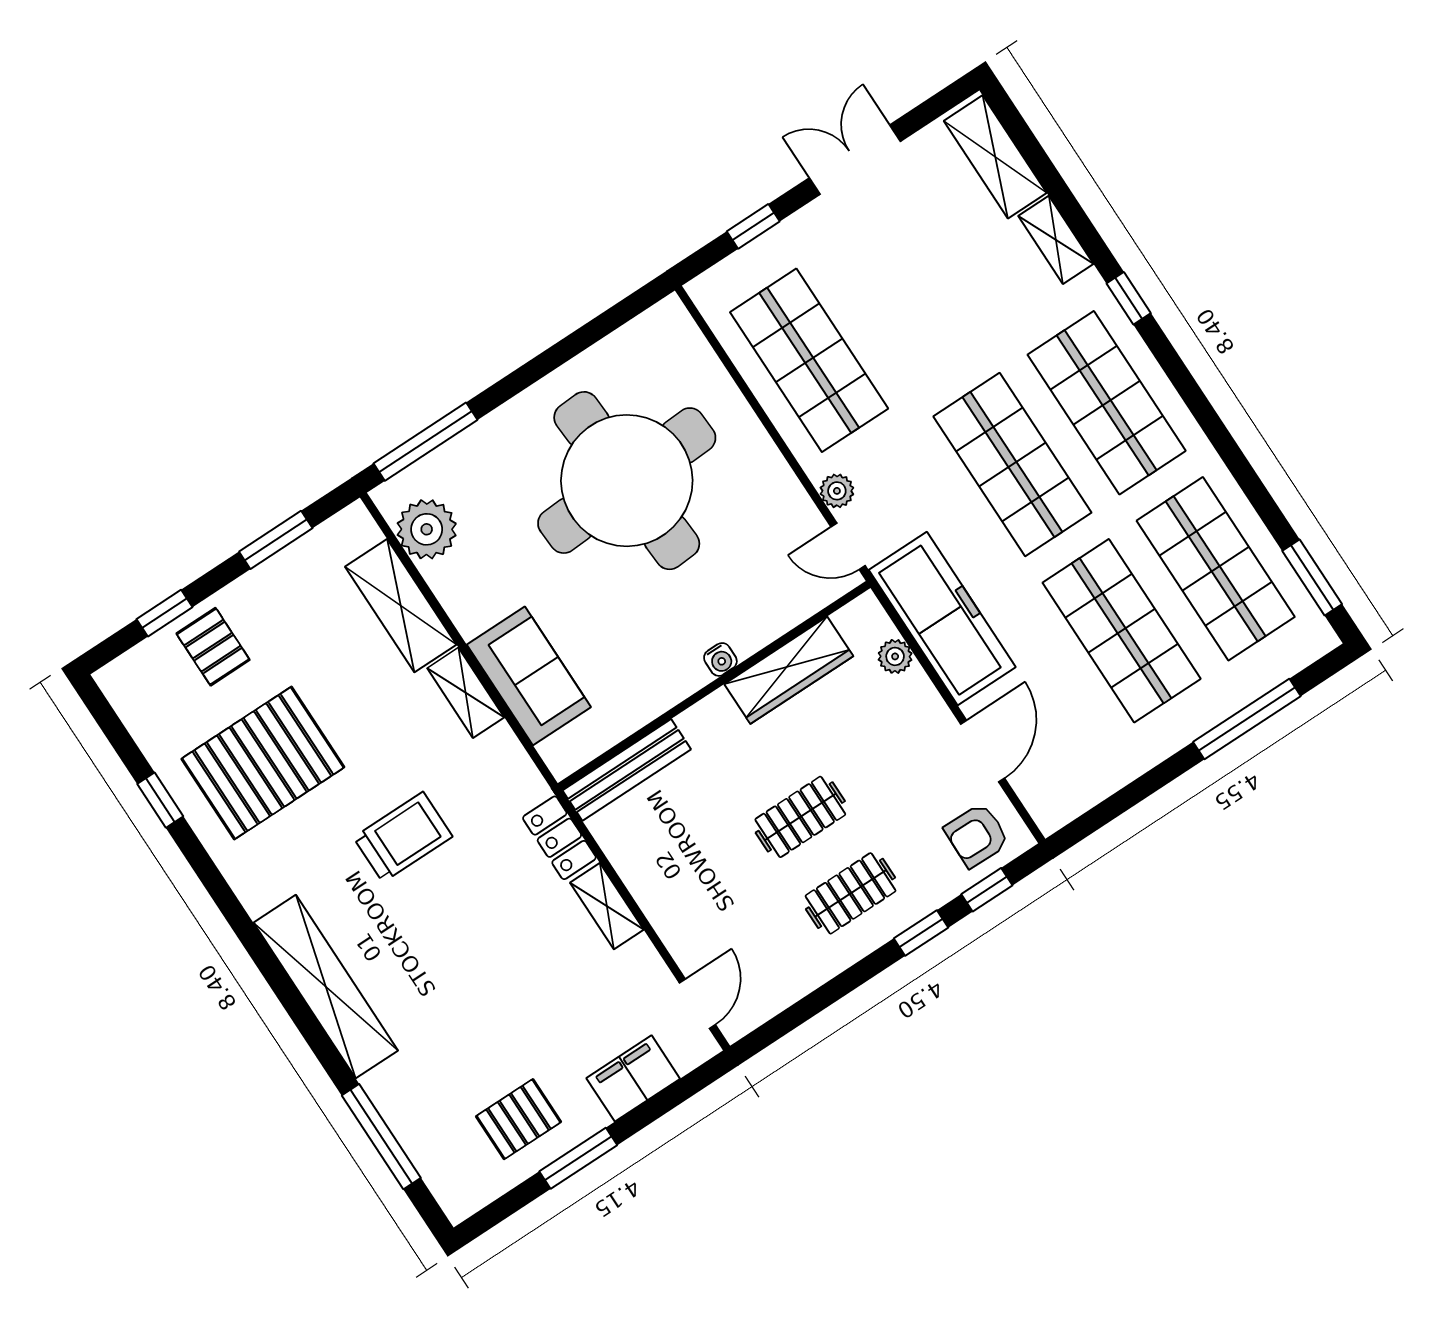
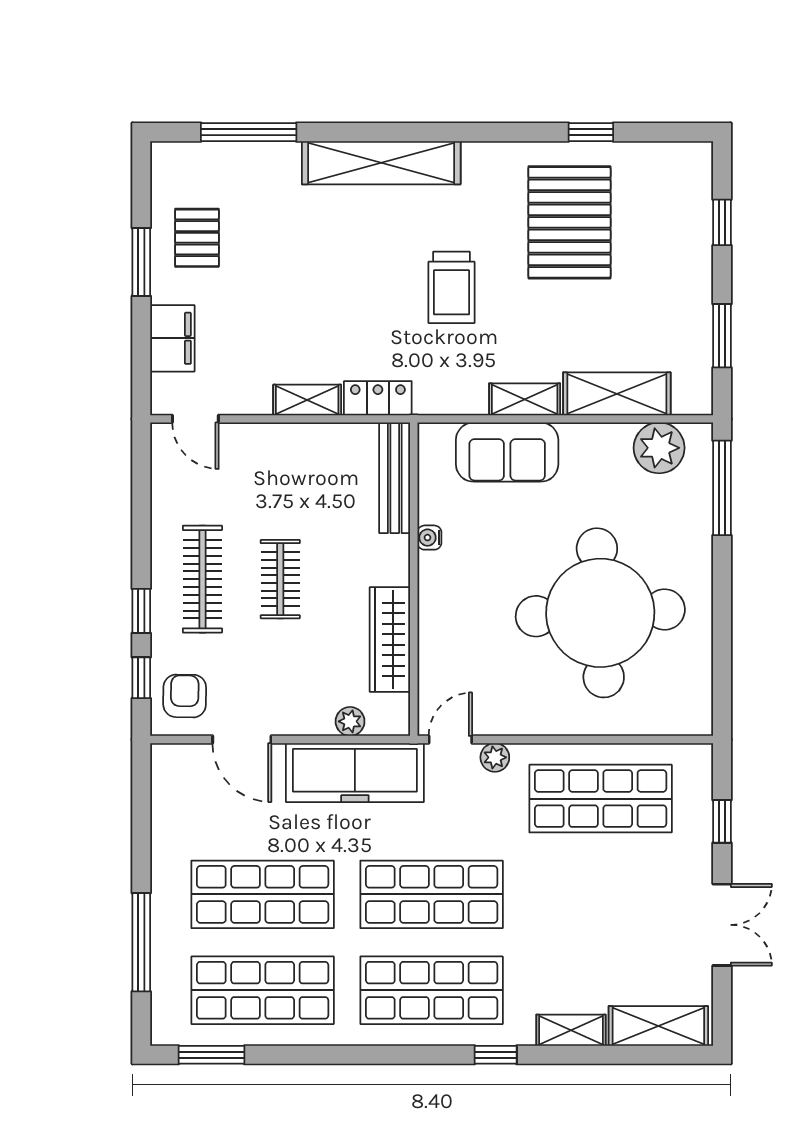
pallet: (213, 647) -> (675, 241), removed
water cooler: (720, 659) -> (429, 538), moved
clothes rail: (851, 893) -> (202, 579), width x1.36

